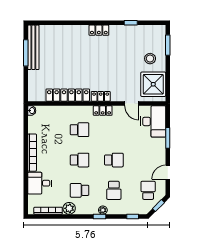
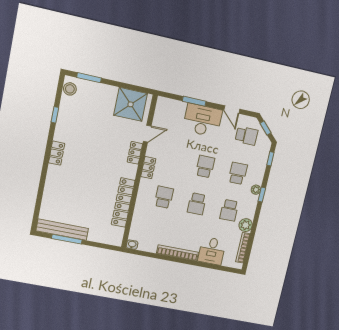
stool: (150, 59) -> (70, 89), moved
locker: (101, 96) -> (135, 153), moved
desk: (153, 121) -> (202, 120), moved
school desk: (80, 160) -> (197, 204), turned 180
school desk: (114, 190) -> (238, 173), turned -90
school desk: (148, 190) -> (246, 136), turned 180

